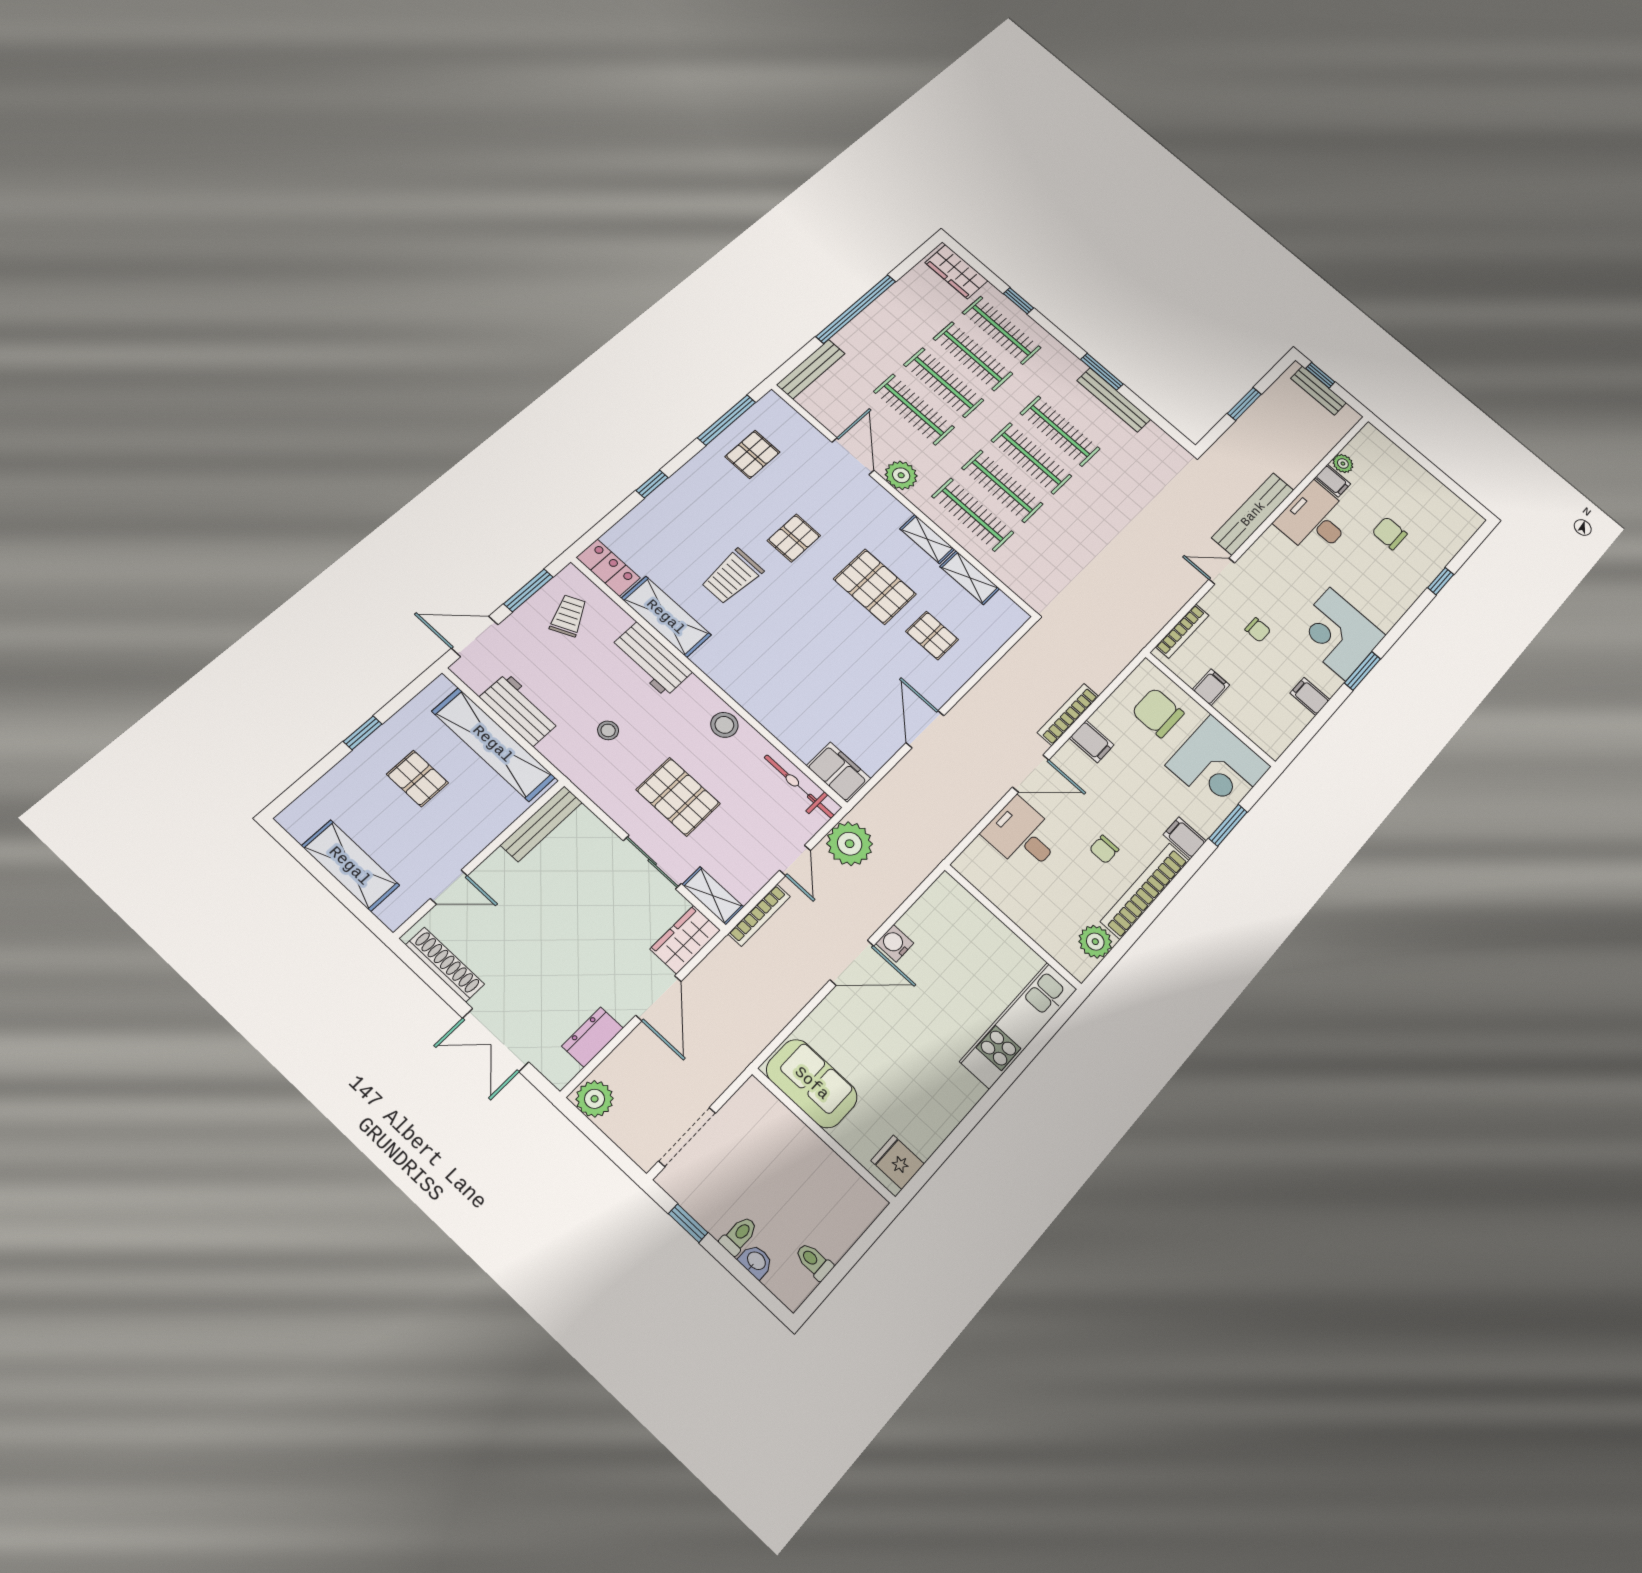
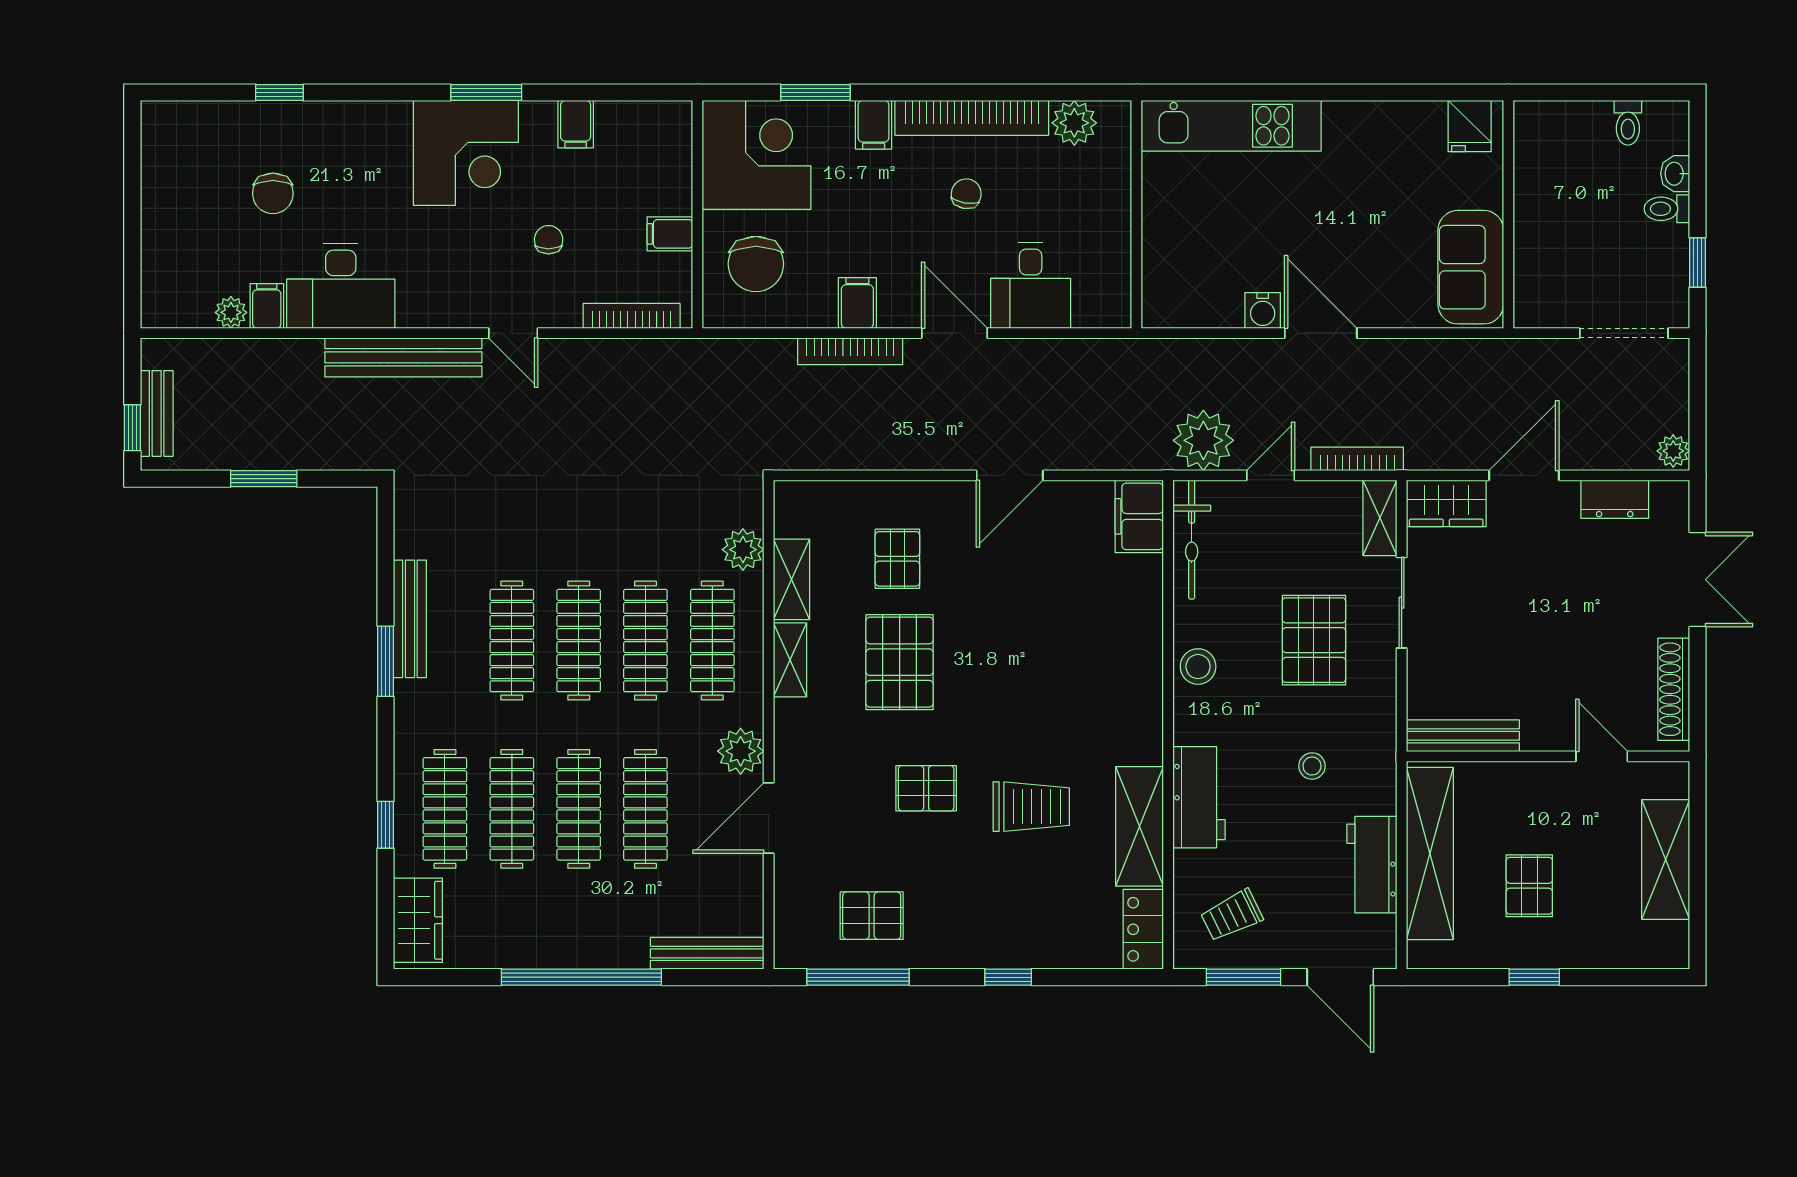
plant: (1008, 570) -> (743, 550), added
chair: (1104, 849) -> (966, 194), turned -80
plant: (595, 1099) -> (1673, 451), width x0.73, depth x0.73

